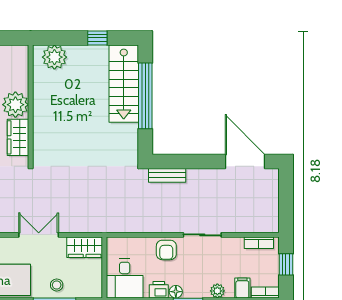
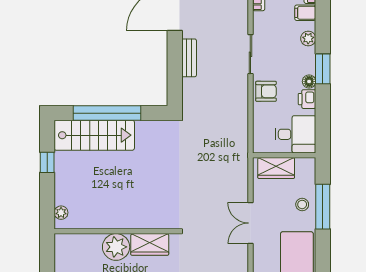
plant: (54, 57) -> (61, 213), width x0.53, depth x0.53
bench: (167, 175) -> (189, 58), moved
wardrobe: (85, 247) -> (276, 168), moved, turned 90

